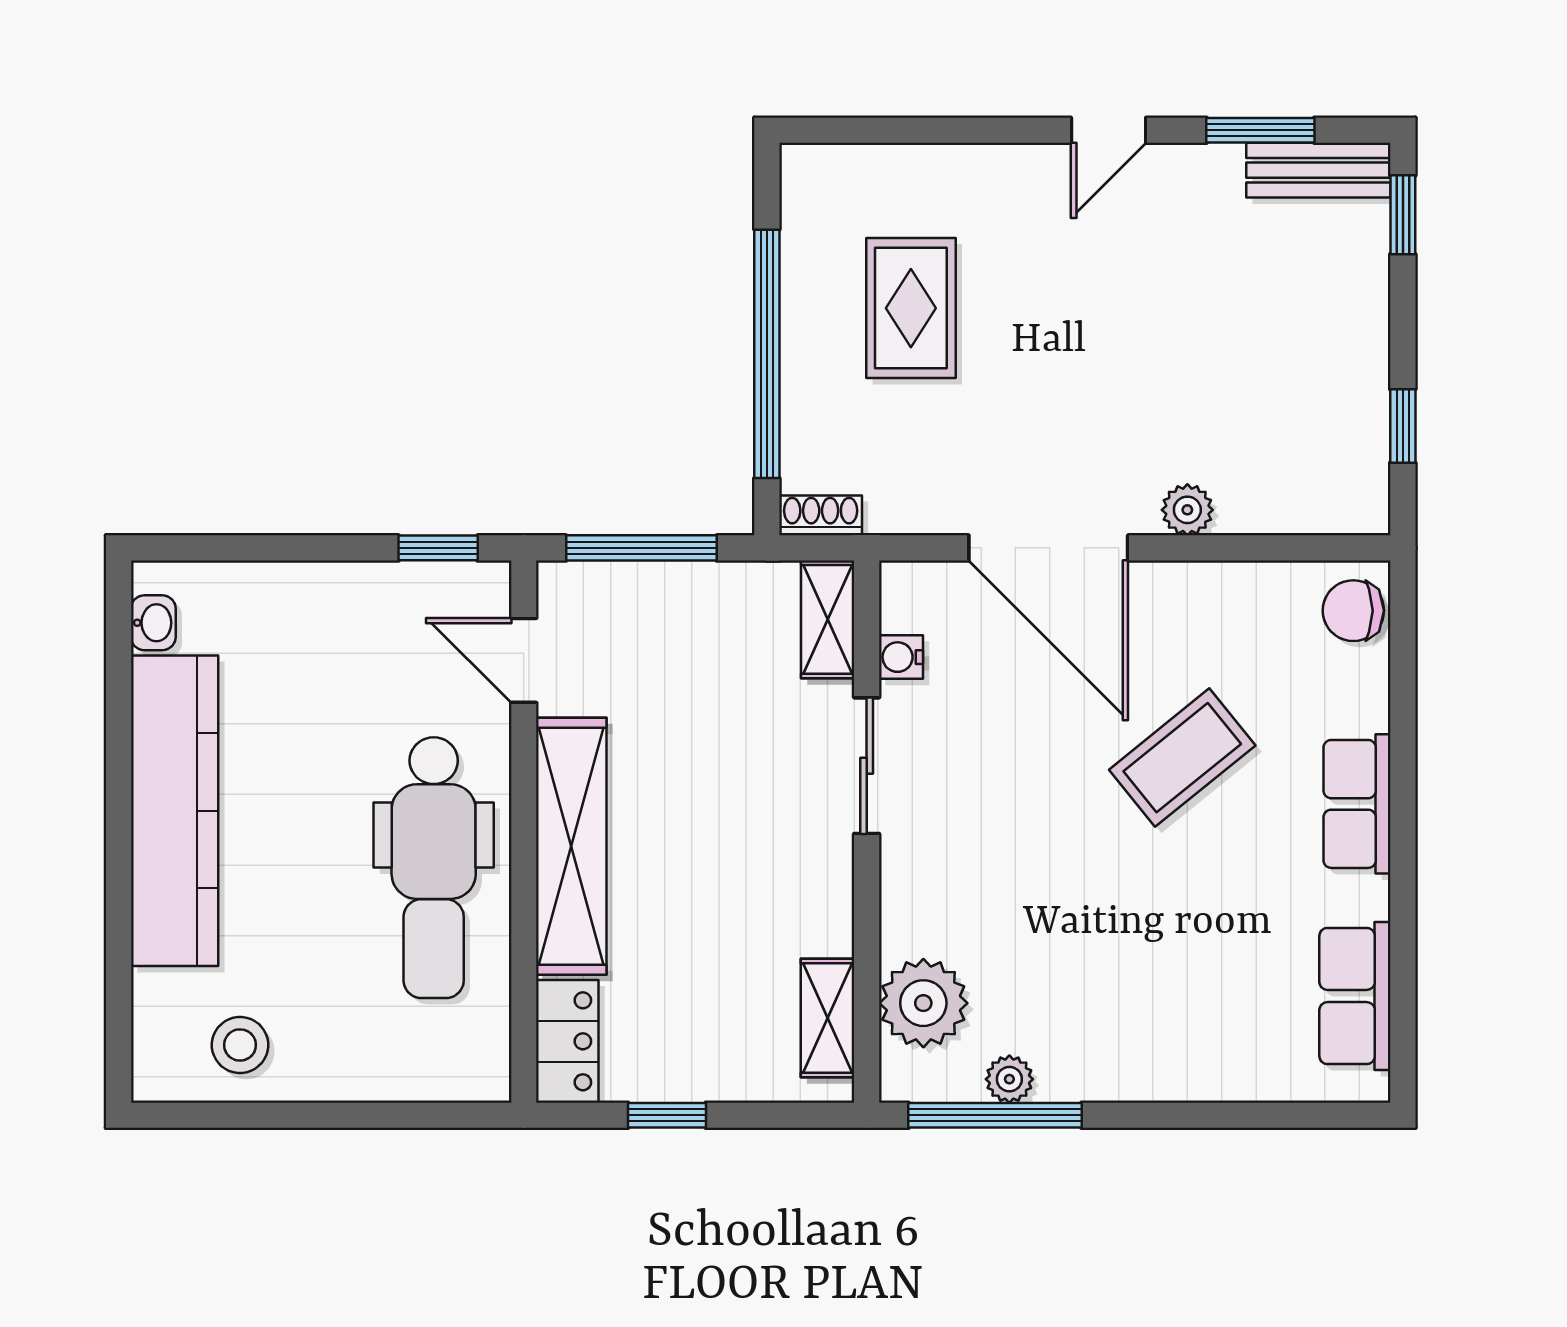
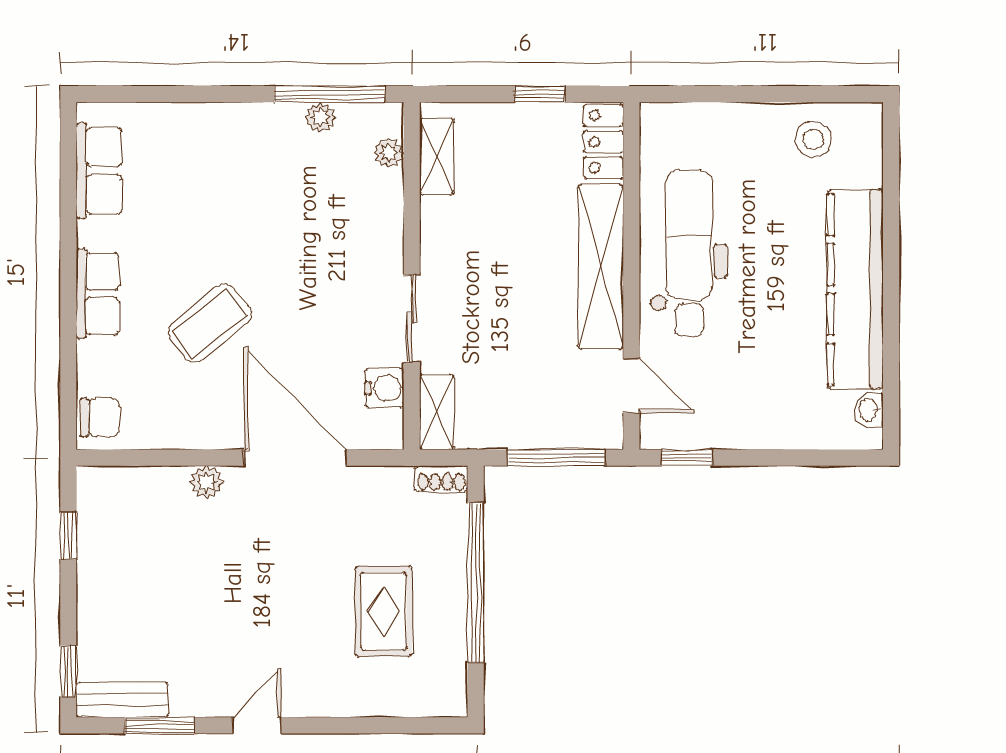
water cooler: (901, 657) -> (384, 388), width x1.38, depth x1.38
plant: (923, 1003) -> (389, 153), width x0.53, depth x0.53

